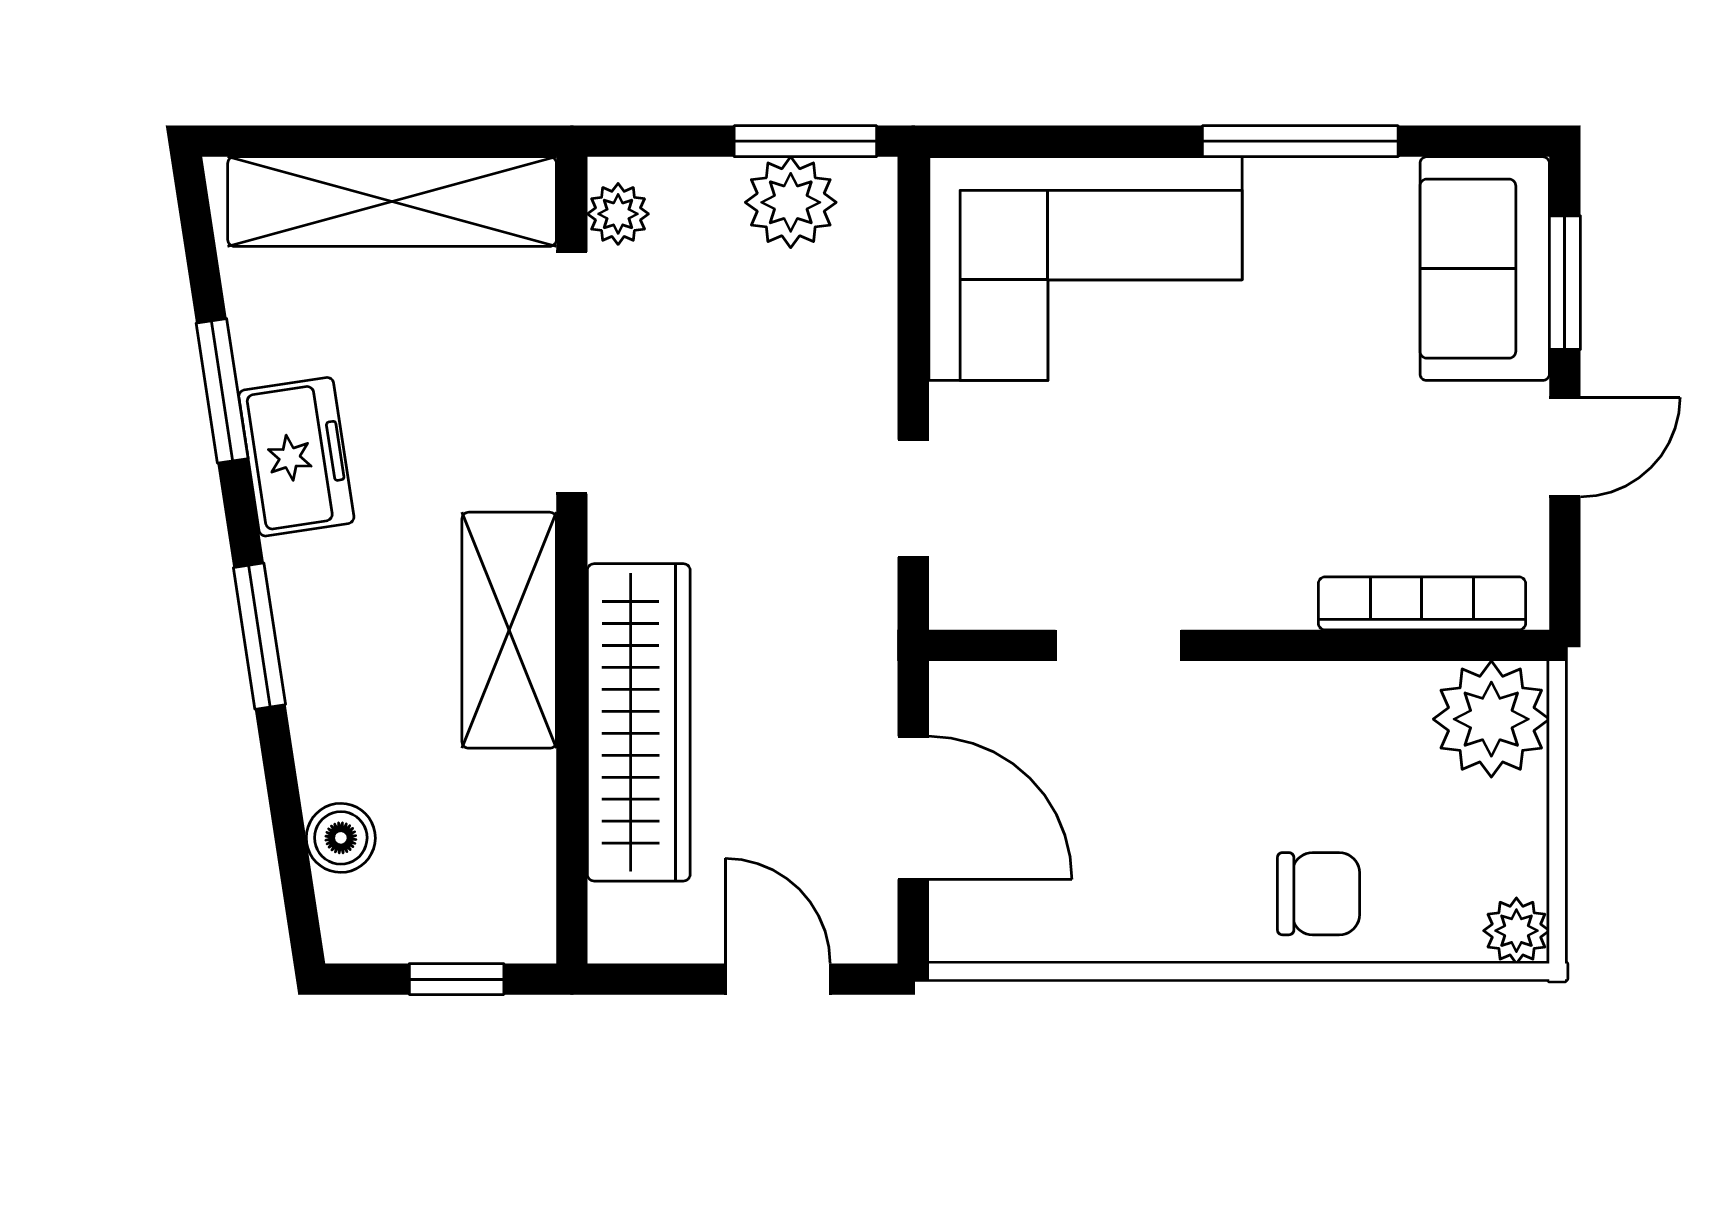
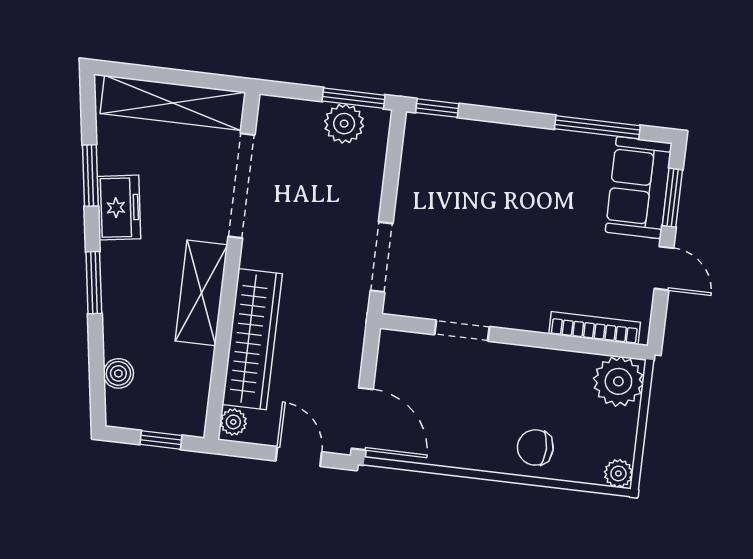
window: (1000, 141) -> (437, 108), added
window: (1300, 141) -> (597, 127), moved
plant: (618, 214) -> (233, 422), moved
corner sofa: (1085, 269) -> (467, 167), removed
door: (1565, 447) -> (664, 268), hinge flipped
doorway: (913, 498) -> (382, 257), width x1.38
door: (913, 808) -> (362, 419), moved
chair: (1319, 894) -> (535, 447), turned 180

